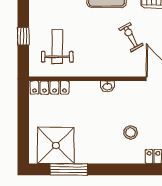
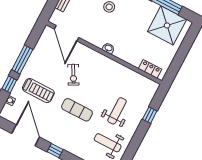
weight bench: (57, 46) -> (117, 111), moved, turned 180
locker: (50, 88) -> (150, 69), width x0.66

